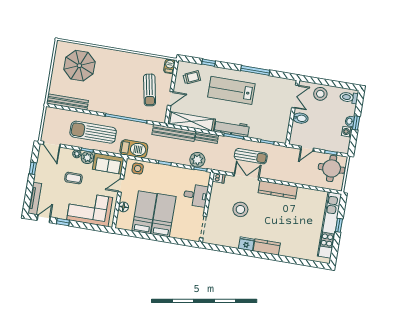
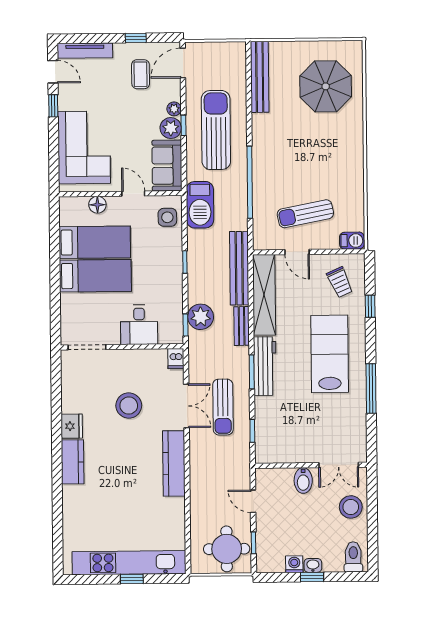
coffee table: (73, 178) -> (141, 74), moved

